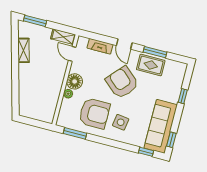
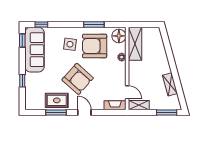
fireplace: (100, 46) -> (115, 105), moved
floor lamp: (75, 81) -> (119, 36), moved
shelving: (50, 104) -> (135, 44), added
window: (75, 133) -> (94, 24), moved

